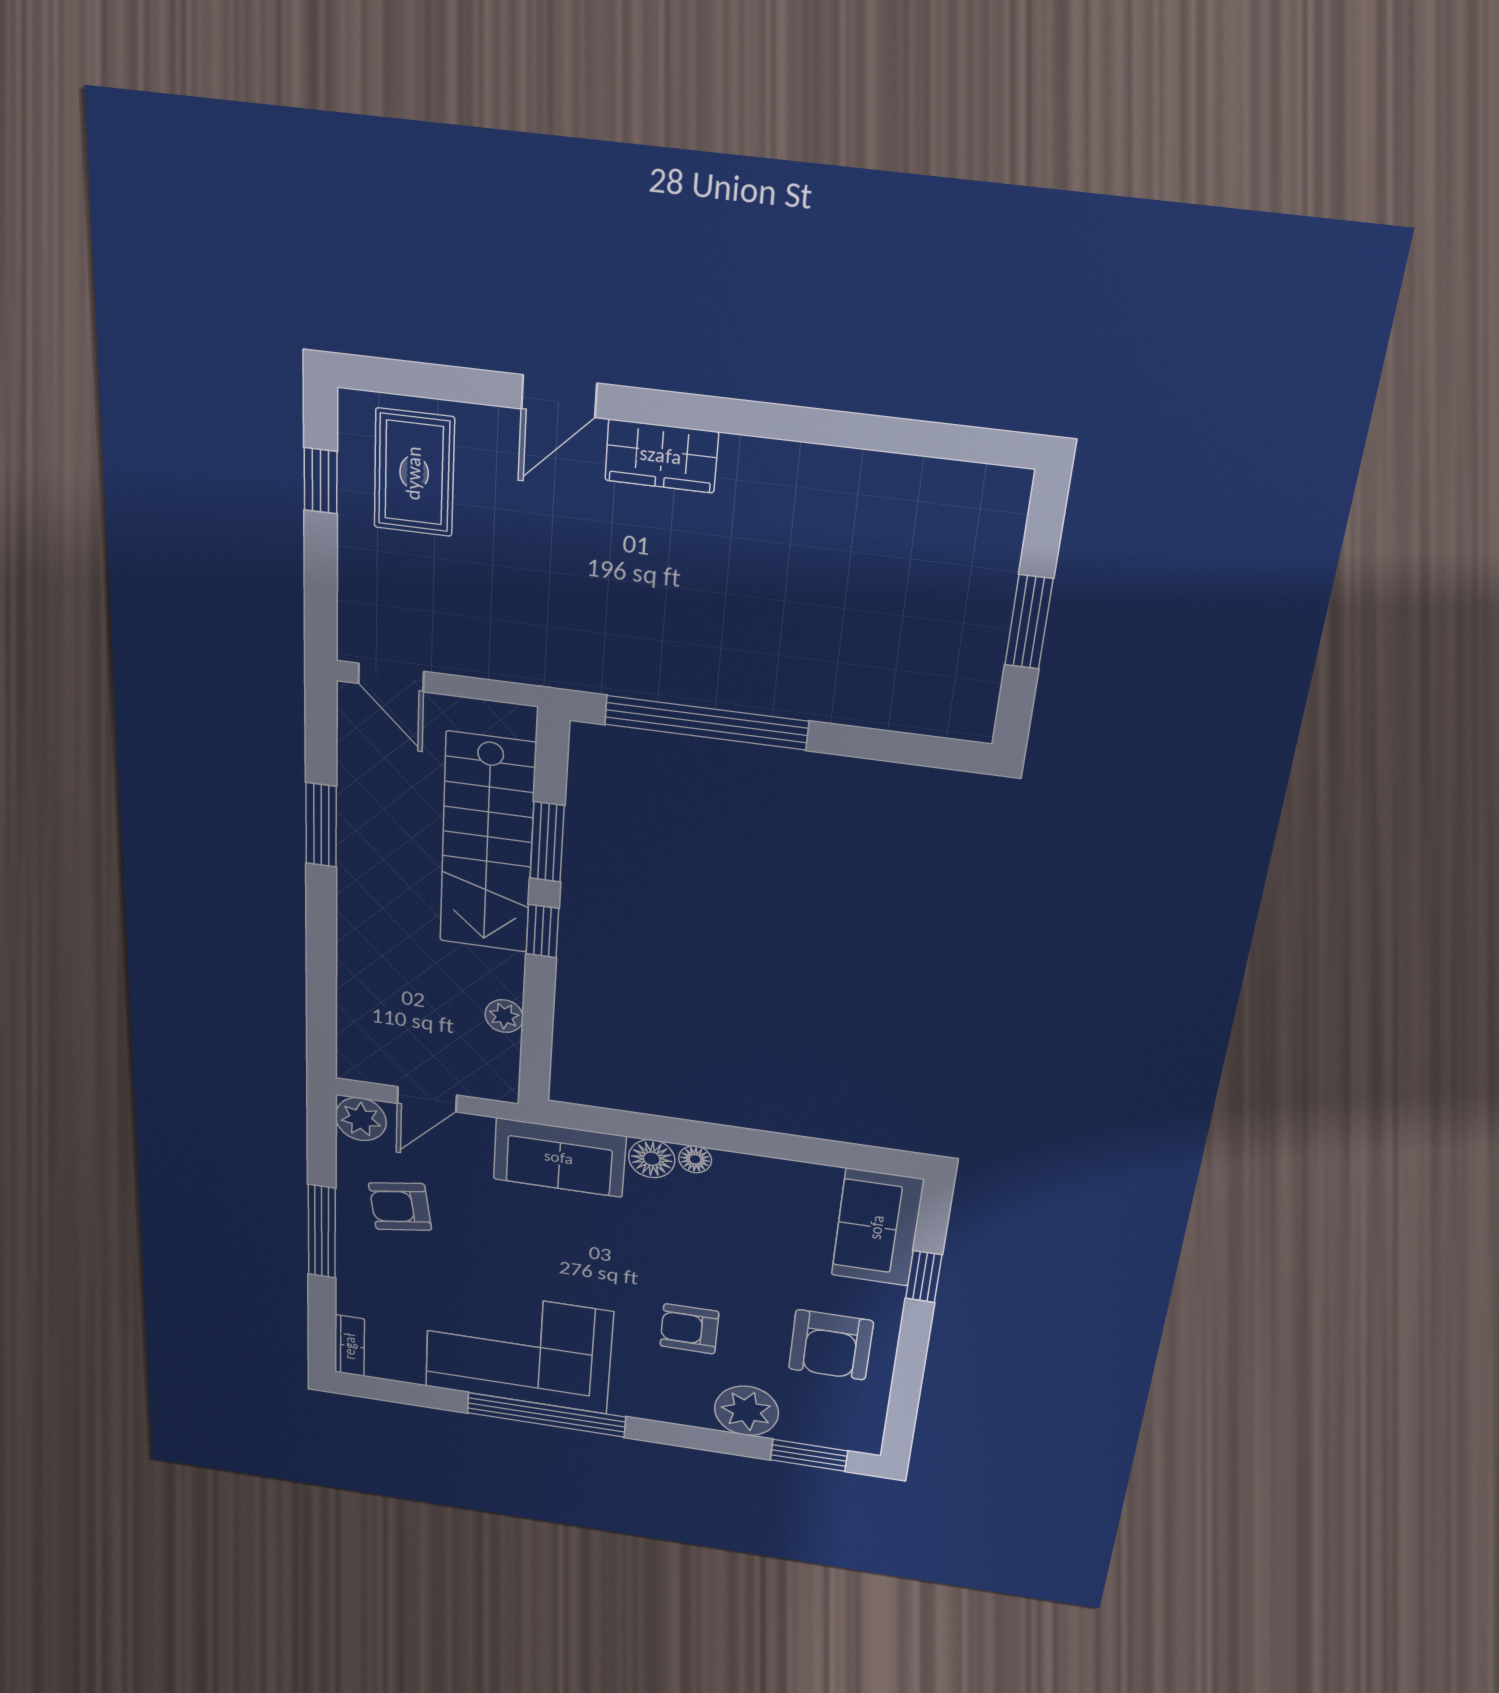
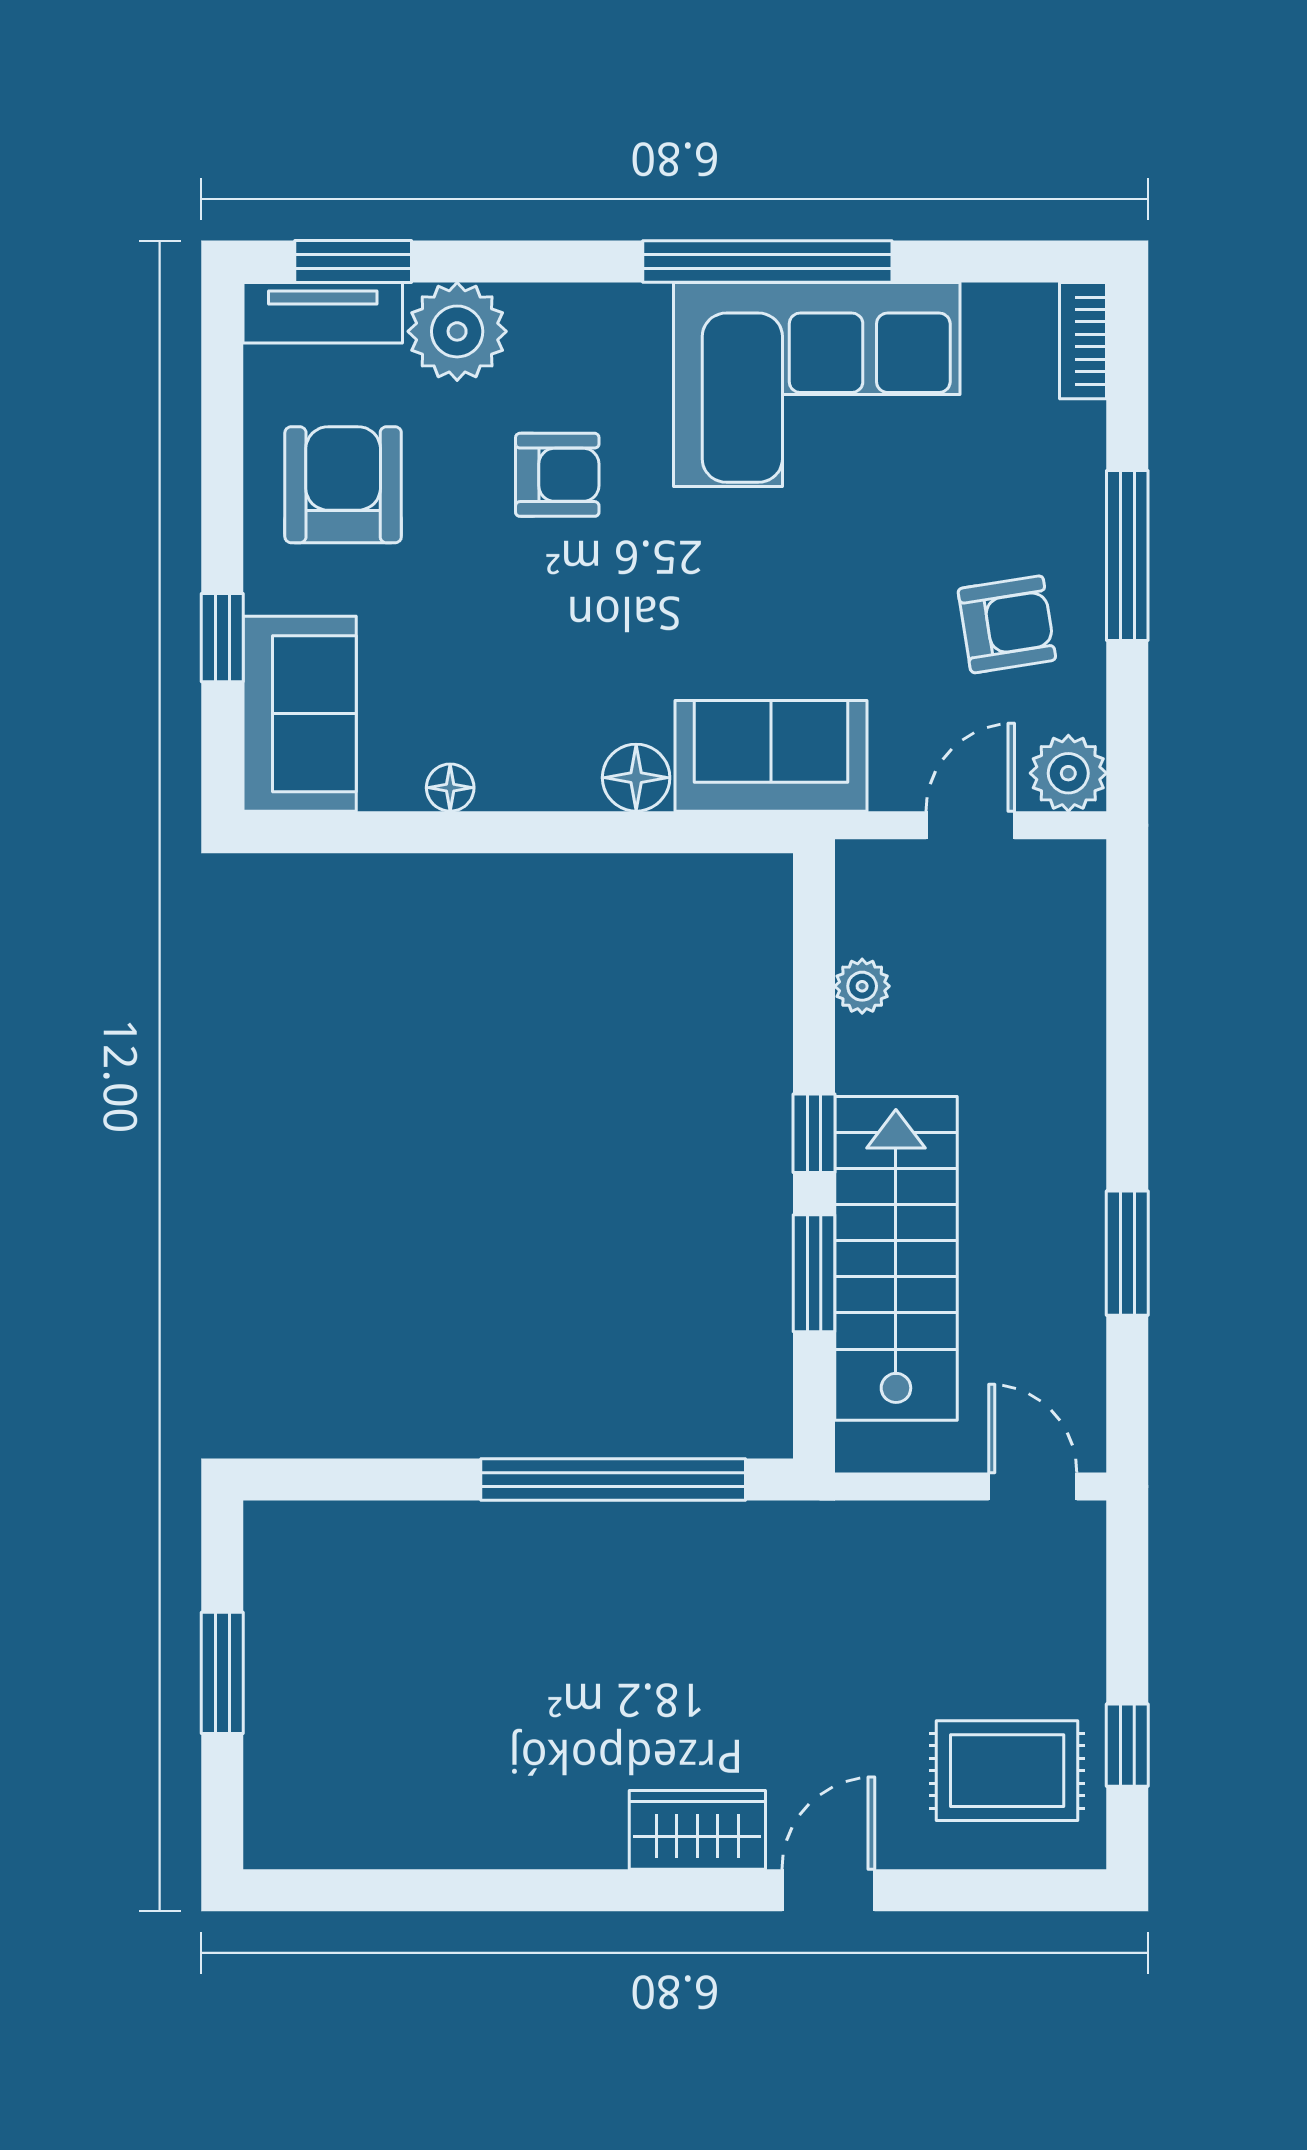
rug: (414, 473) -> (1007, 1771), turned 90
floor lamp: (695, 1159) -> (450, 788), moved
tv unit: (832, 1433) -> (323, 313), added

